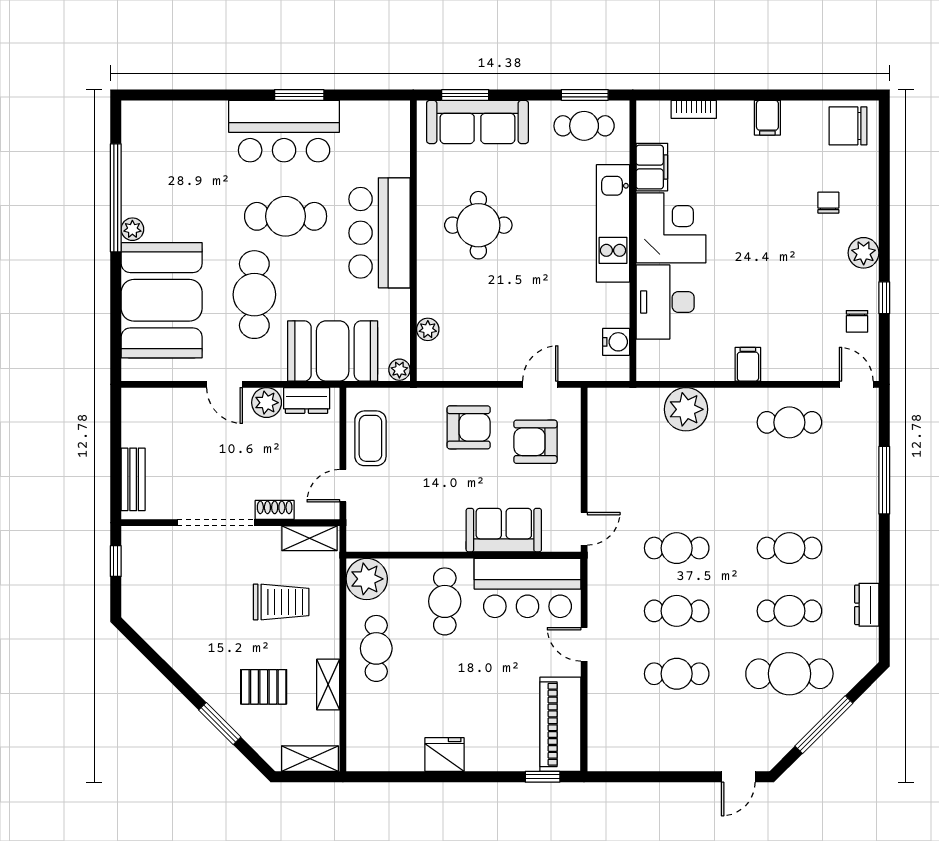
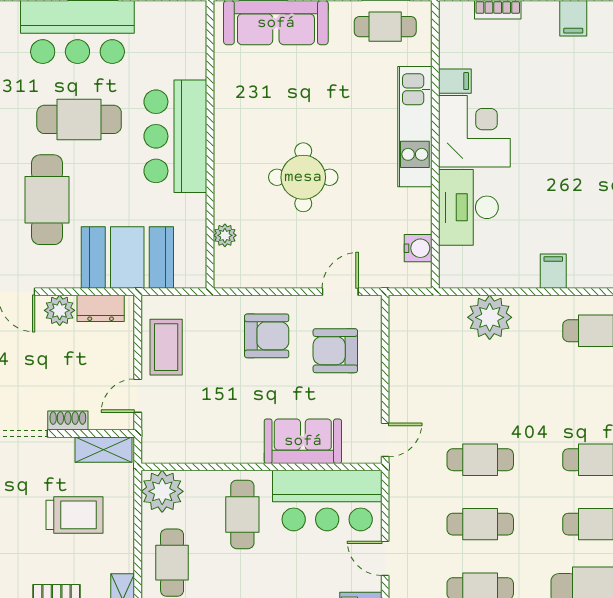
filing cabinet: (652, 167) -> (455, 81), width x0.50
round table: (478, 225) -> (303, 177), moved
plant: (399, 370) -> (196, 277), removed

